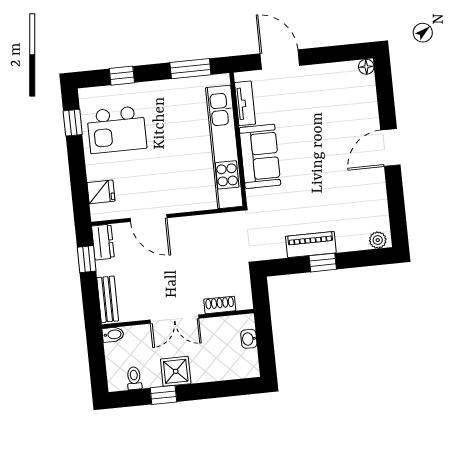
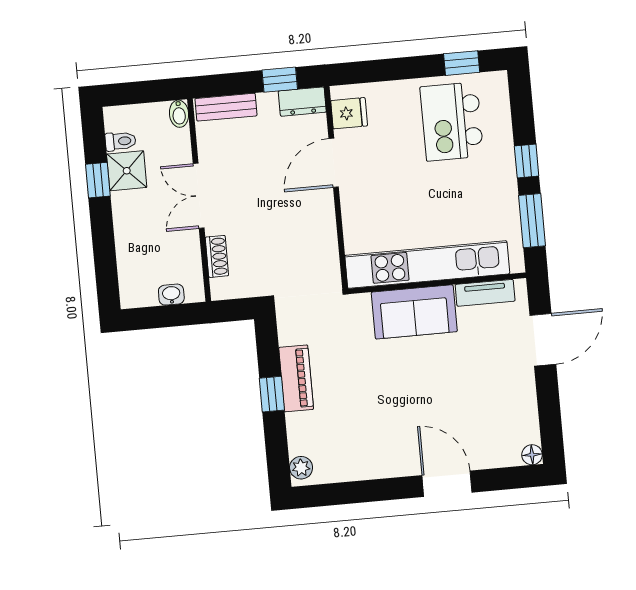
window: (122, 76) -> (527, 161), moved
door: (390, 147) -> (447, 484), moved
fridge: (101, 192) -> (349, 113), moved, turned -90
shower: (176, 371) -> (127, 171), moved

